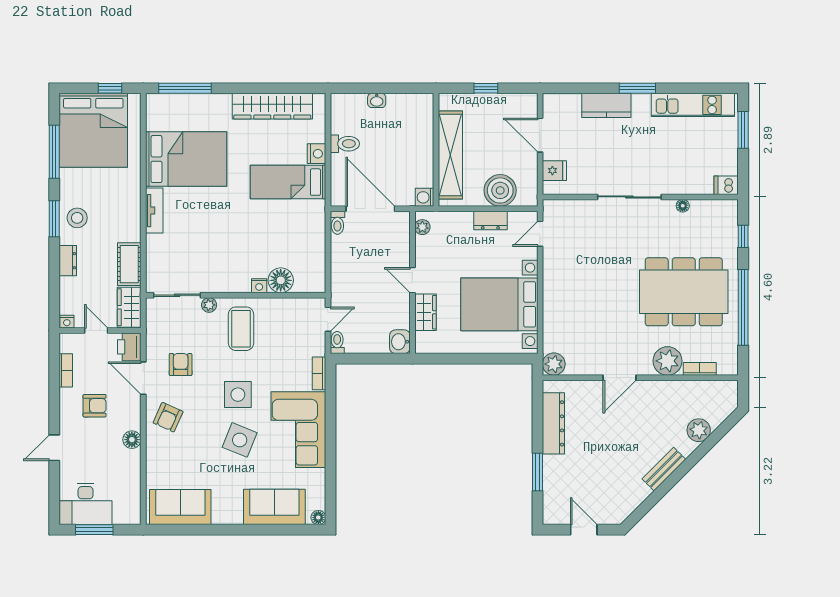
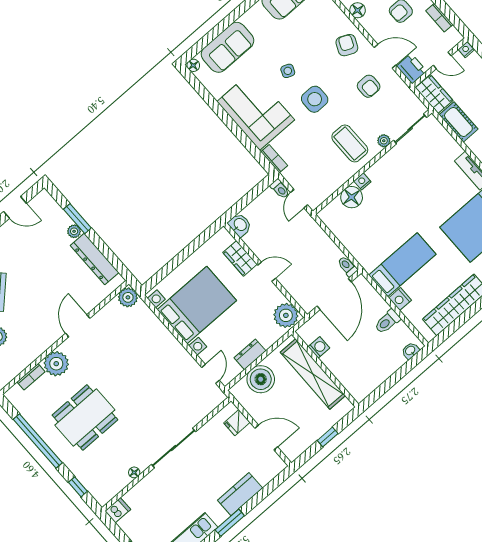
washbasin: (377, 100) -> (410, 351), moved
washing machine: (425, 197) -> (319, 347), moved
door: (370, 209) -> (334, 294), hinge flipped
plant: (422, 227) -> (286, 315), width x1.88, depth x1.88
dining table: (684, 292) -> (85, 417), width x0.73, depth x0.80
side table: (240, 440) -> (288, 71), width x0.54, depth x0.54
plant: (550, 463) -> (74, 231), added

